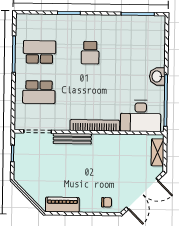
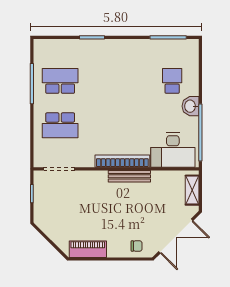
school desk: (90, 53) -> (172, 81), moved, turned 180
bench: (72, 139) -> (129, 176), moved

